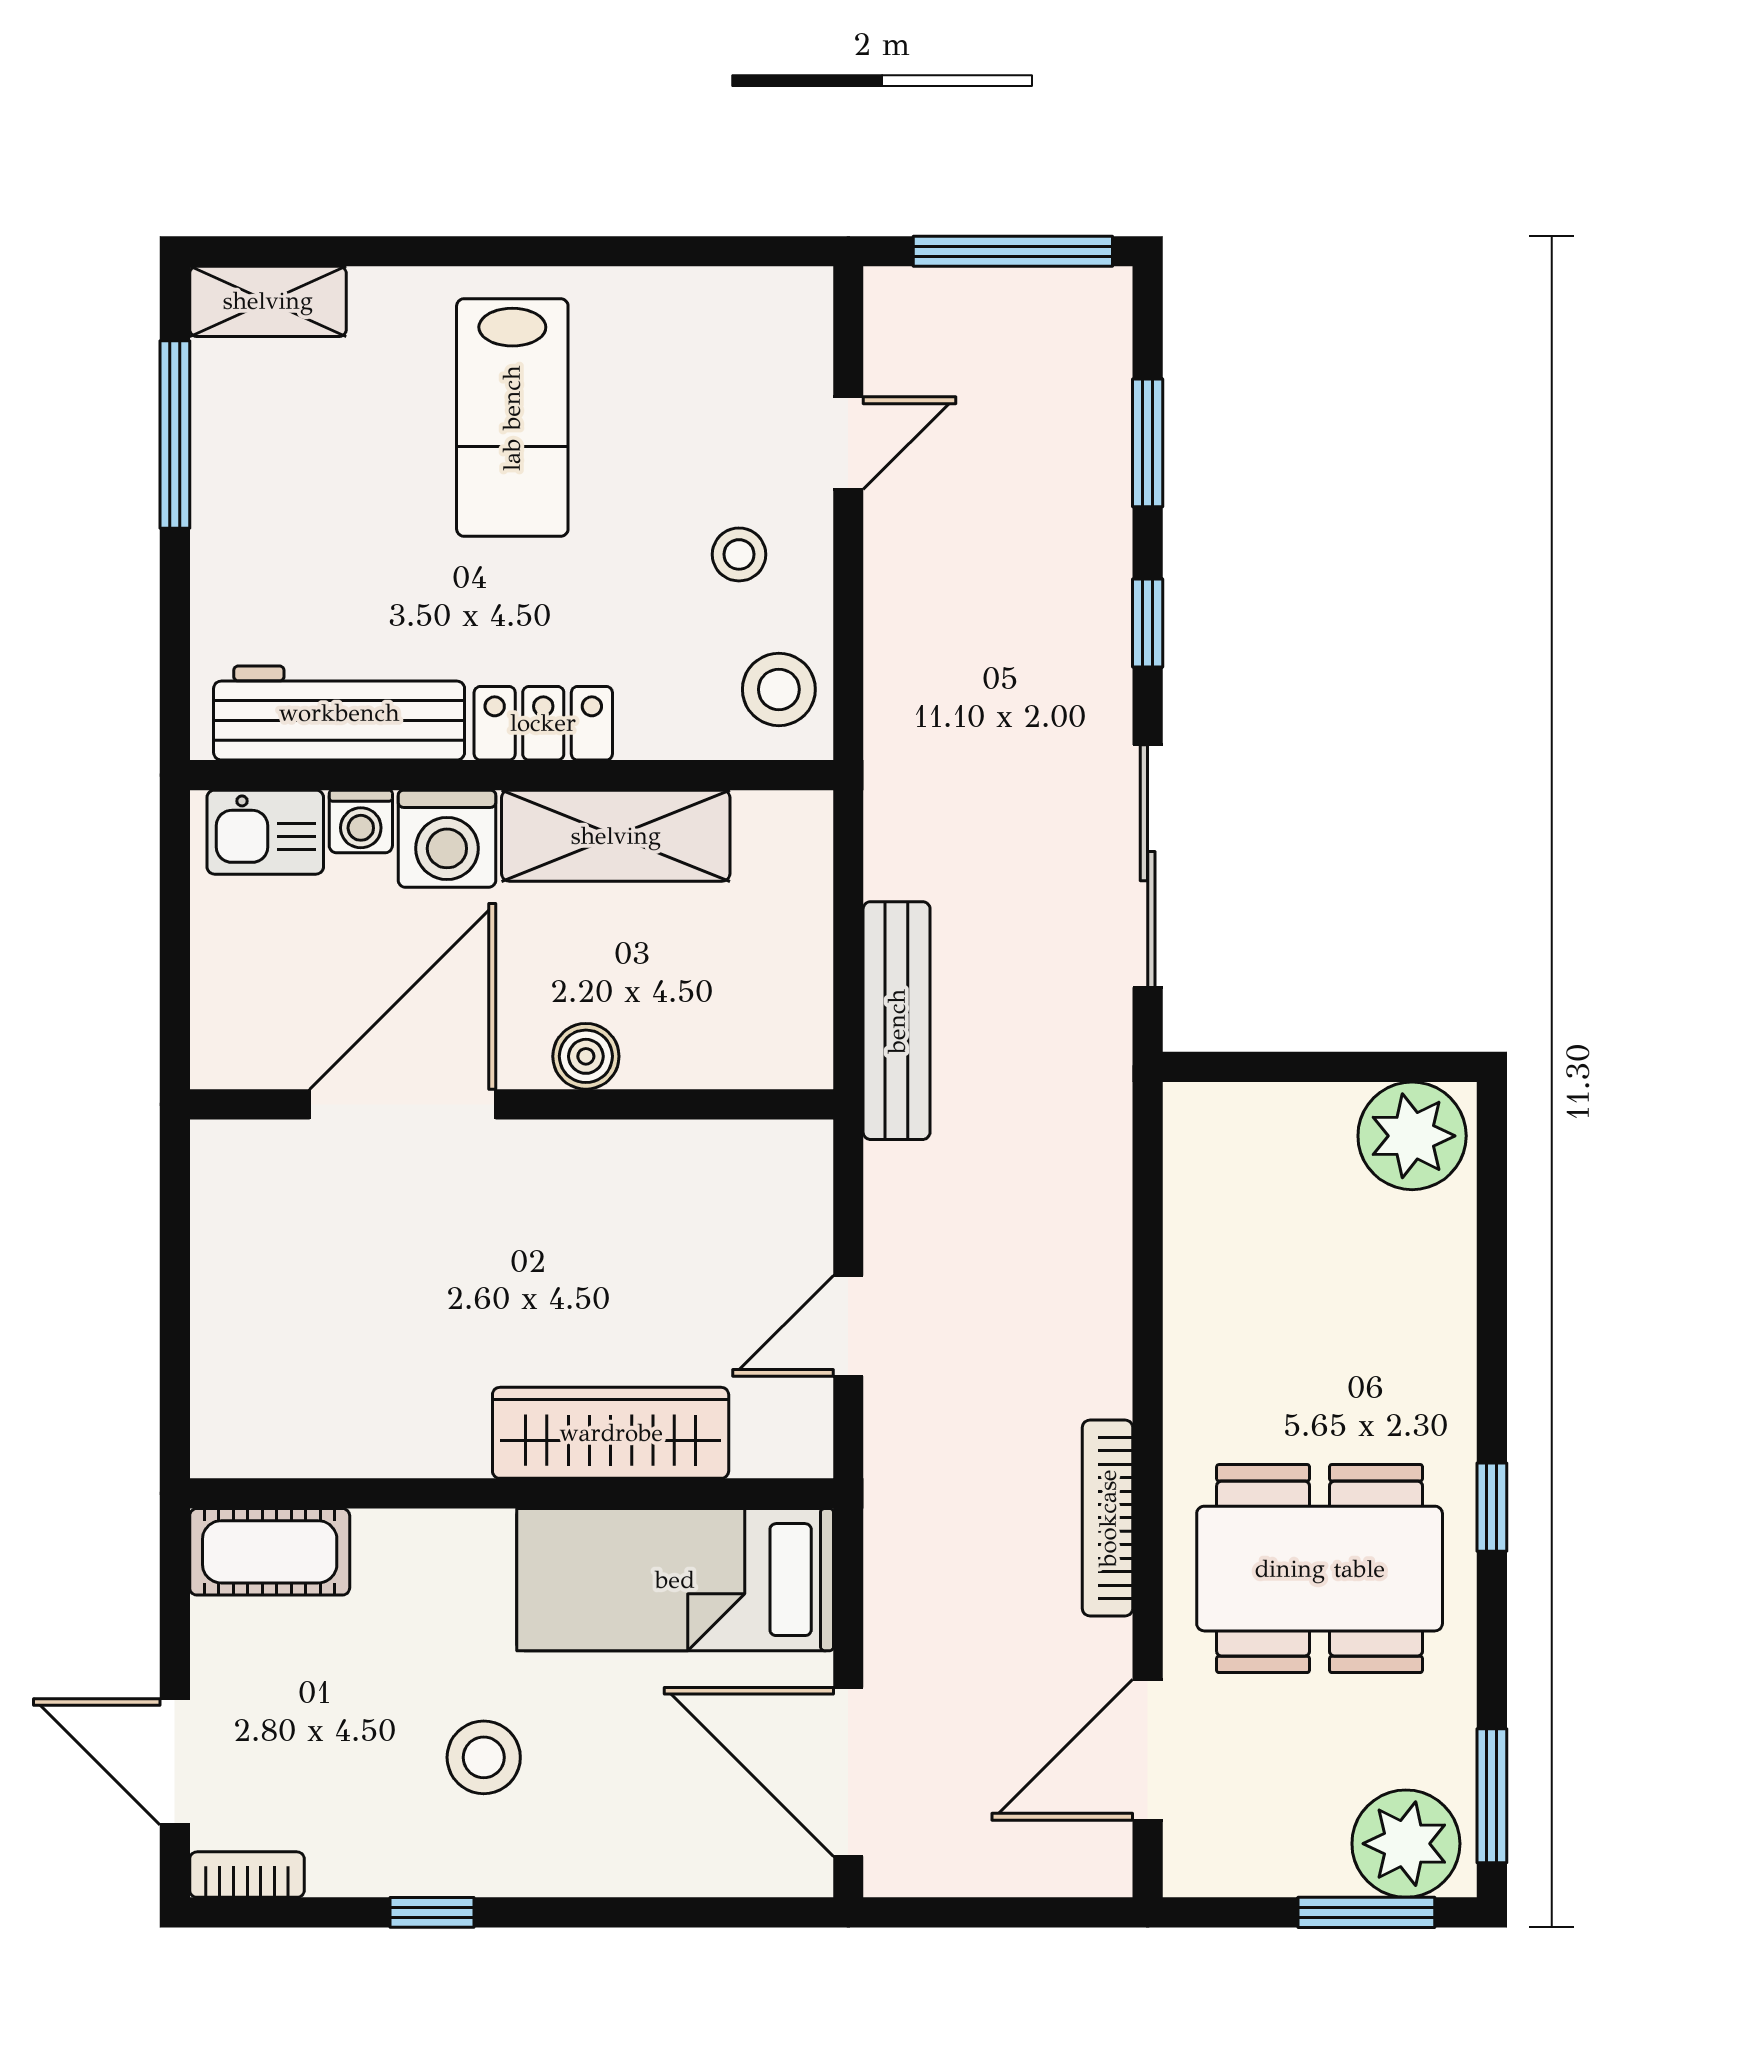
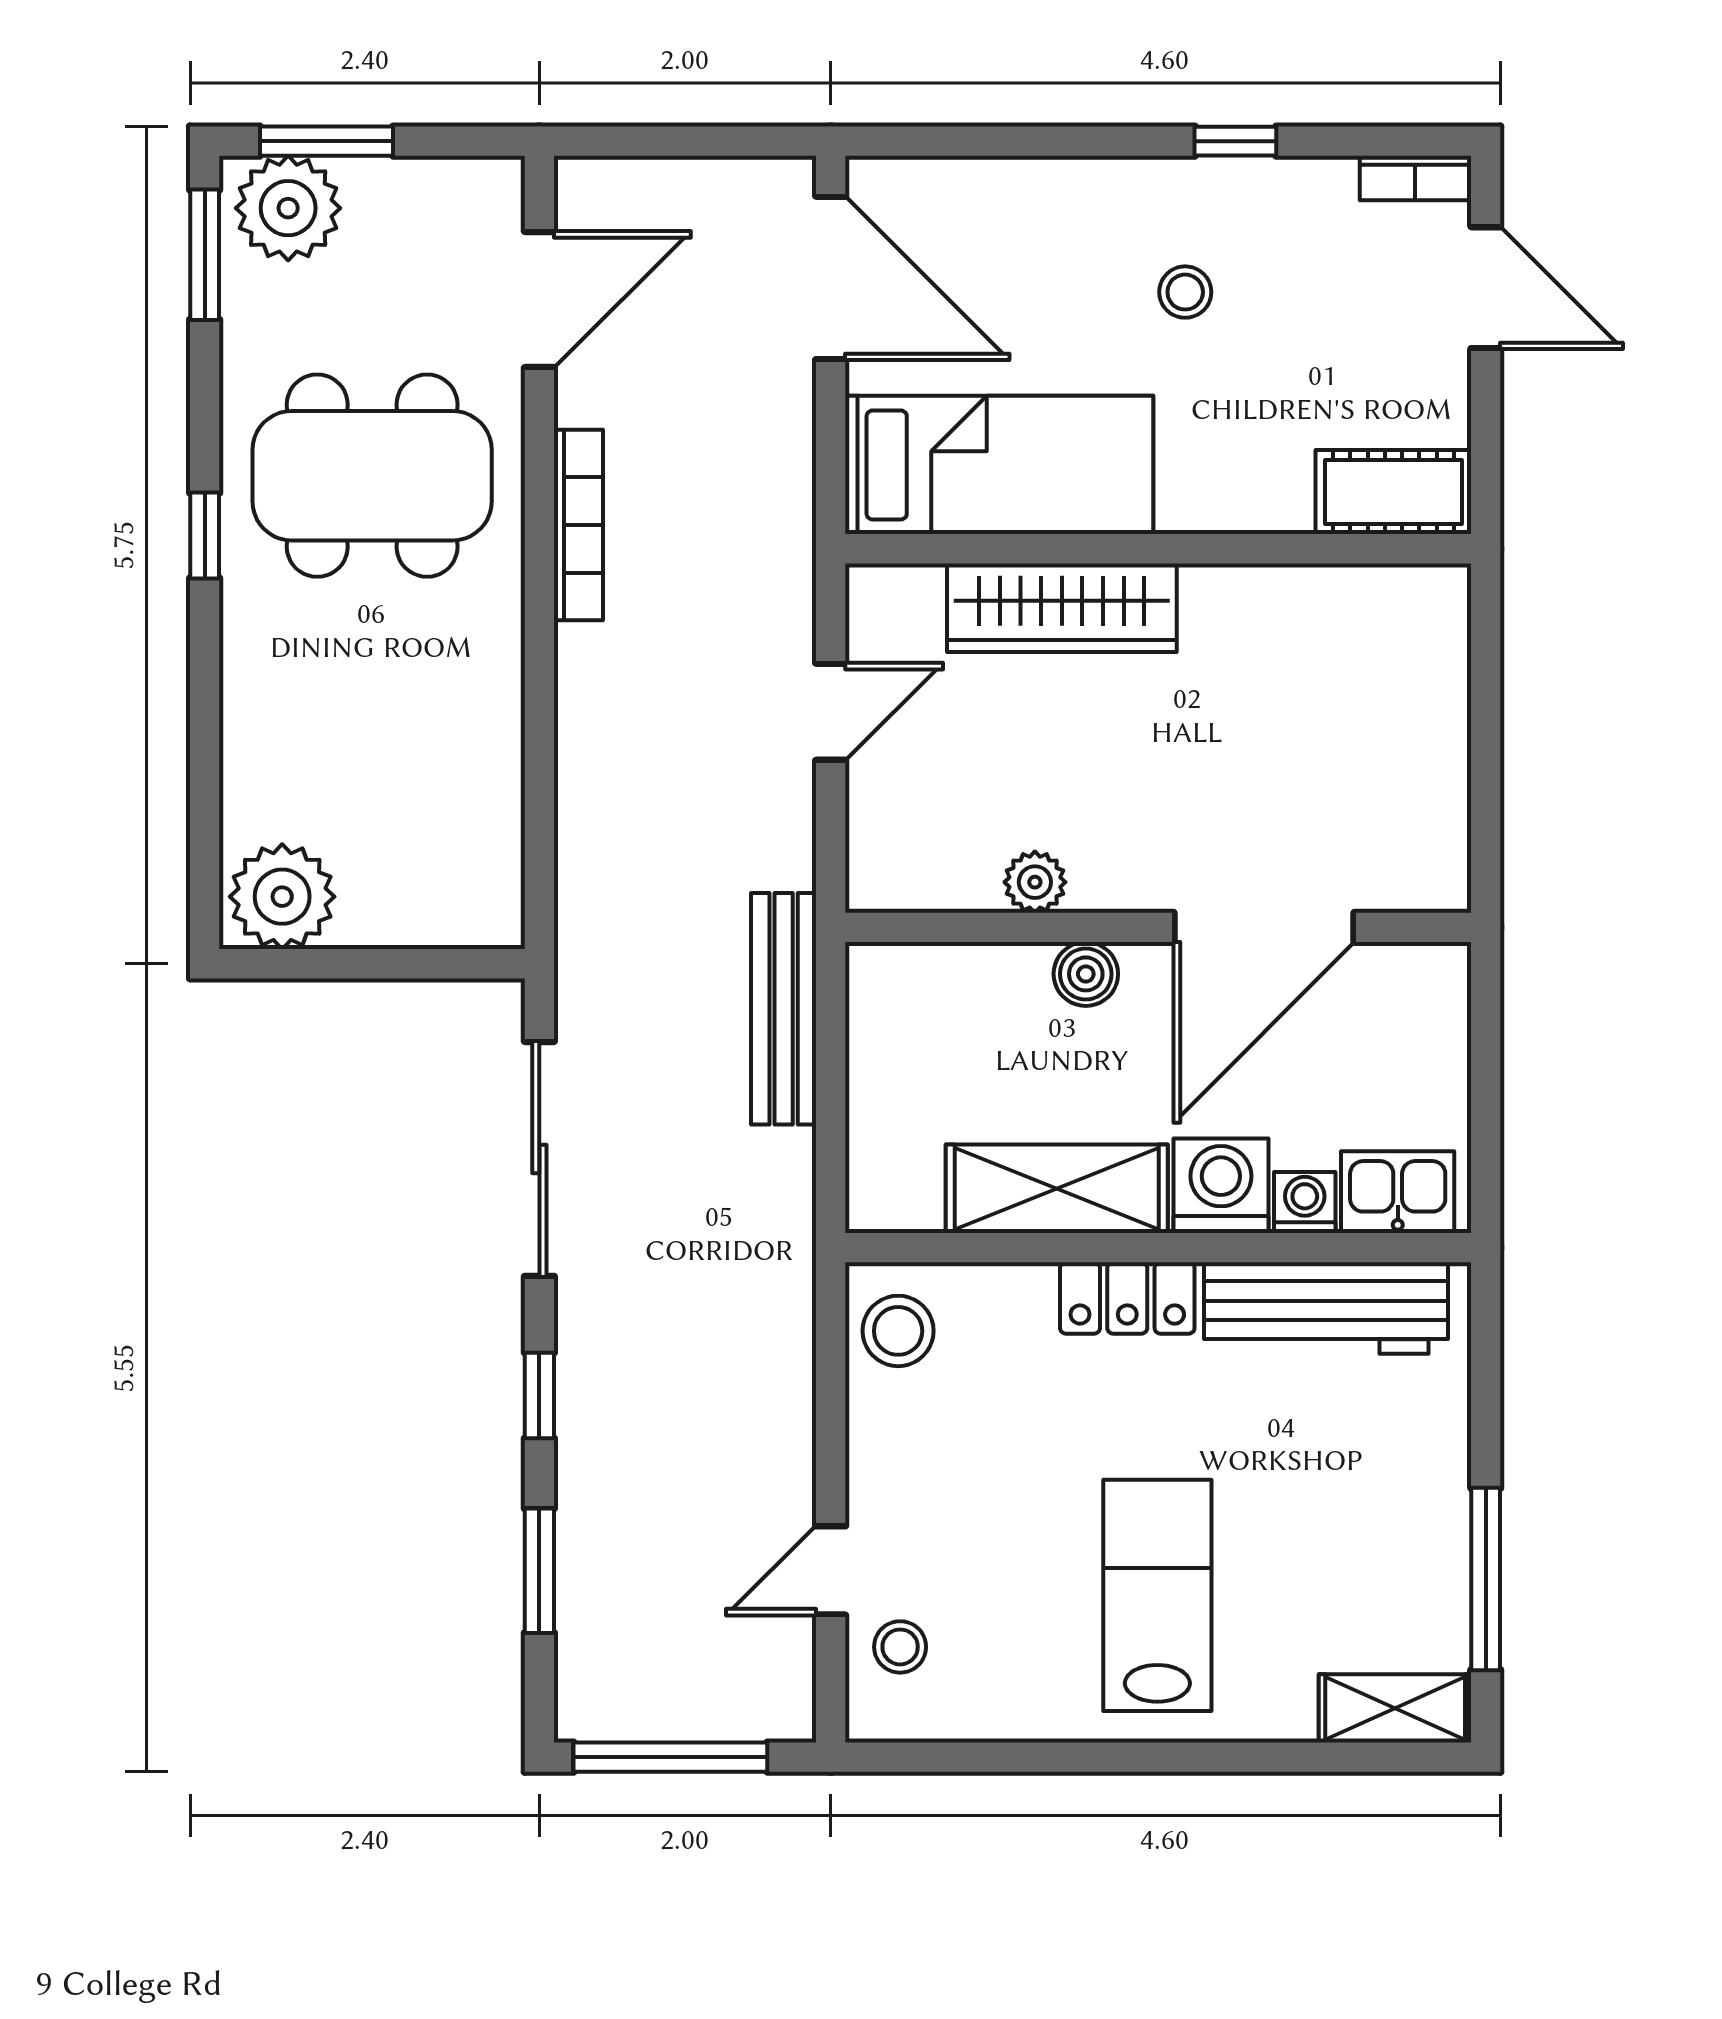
stool: (739, 554) -> (900, 1647), moved
plant: (638, 1151) -> (1035, 882), added
stool: (484, 1757) -> (1185, 292), width x0.73, depth x0.73

